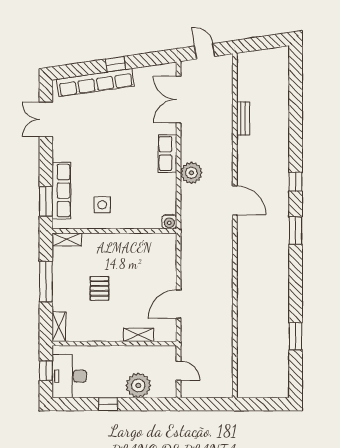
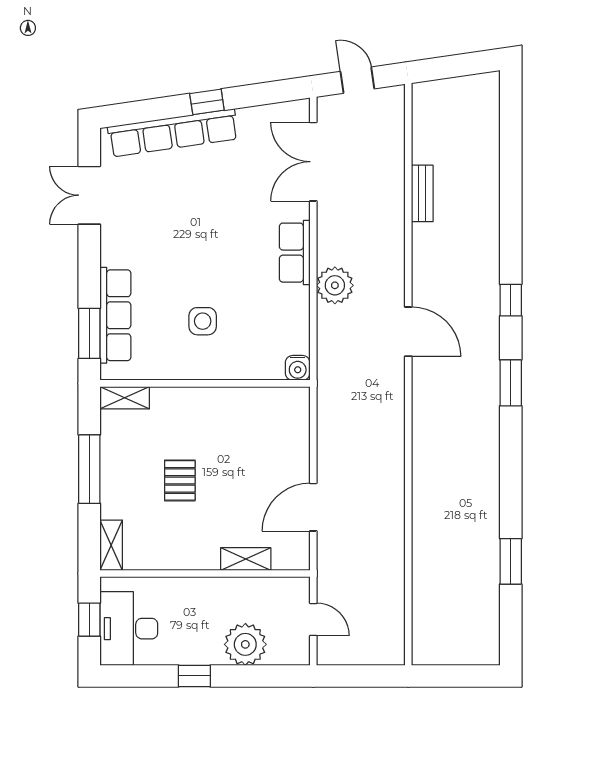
side table: (102, 205) -> (203, 321), moved

